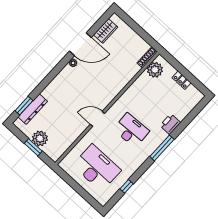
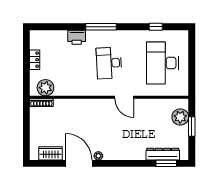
plant: (40, 138) -> (180, 117), moved

